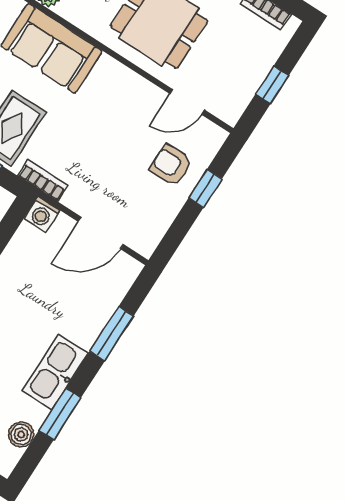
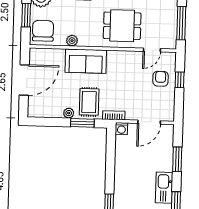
window: (272, 85) -> (181, 23), width x2.17
armchair: (171, 165) -> (161, 79), turned 90

